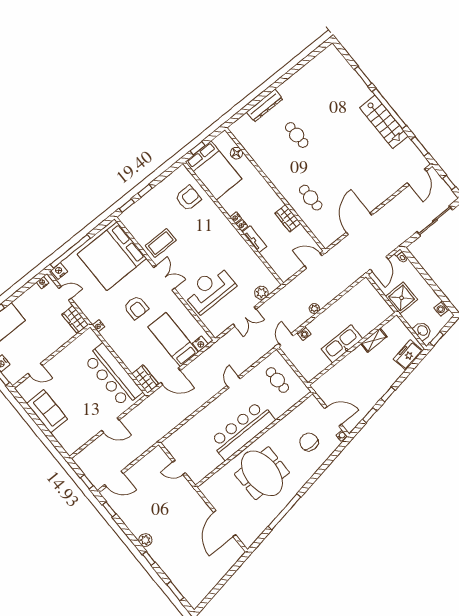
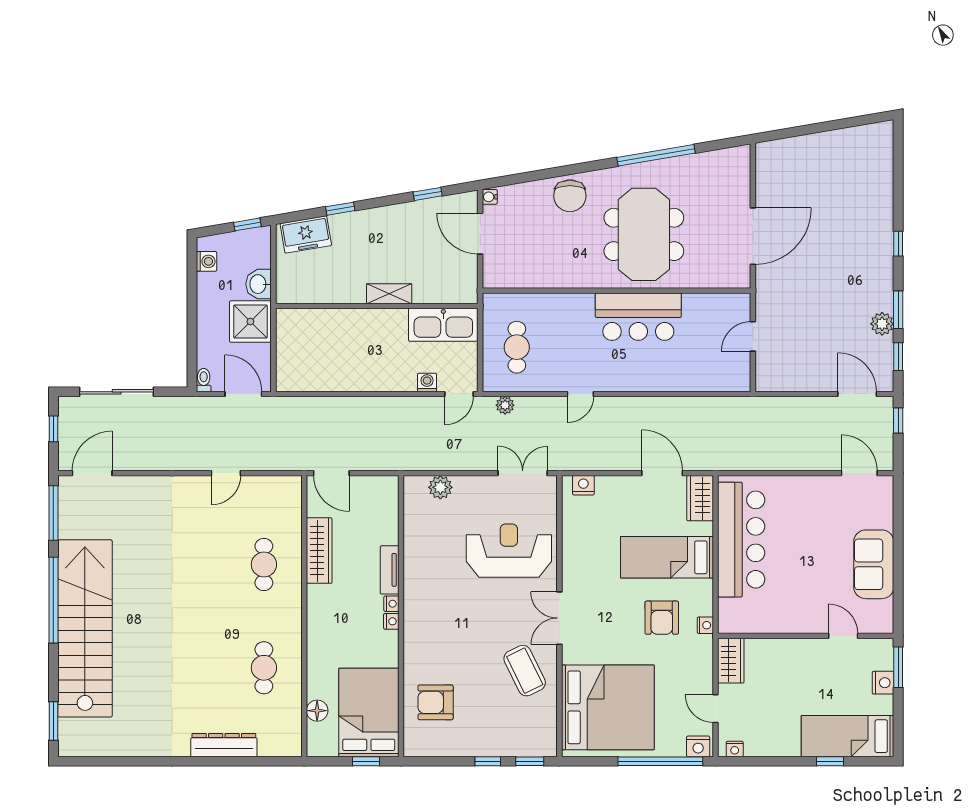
window: (363, 76) -> (53, 721), moved
stairs: (384, 122) -> (85, 628), width x1.86, depth x1.51
cafe table: (297, 135) -> (264, 668), moved
window: (420, 146) -> (53, 513), width x1.44
wardrobe: (288, 218) -> (319, 551), width x1.50
door: (359, 224) -> (226, 473), width x0.53
coffee table: (161, 243) -> (525, 671), turned 64
door: (379, 264) -> (243, 394), hinge flipped
reception desk: (210, 289) -> (509, 551), turned 180
armchair: (136, 308) -> (662, 618), moved, turned 180
plant: (314, 309) -> (505, 405), moved
double door: (244, 317) -> (523, 473), moved
washbasin: (422, 331) -> (259, 284), moved
bed: (173, 340) -> (667, 557), moved, turned 90
shelving: (374, 340) -> (389, 294), moved
kitchen sink: (342, 344) -> (443, 325), moved
window: (388, 394) -> (340, 209), moved
door: (110, 425) -> (859, 473), moved
bar counter: (242, 430) -> (638, 317), width x0.73
chair: (309, 442) -> (570, 196), moved
door: (179, 467) -> (753, 336), swing flipped
door: (225, 524) -> (753, 236), moved
plant: (145, 540) -> (882, 324), moved
window: (175, 591) -> (898, 310), moved

